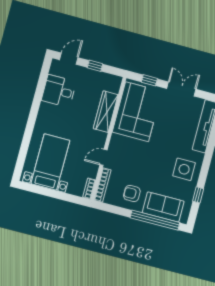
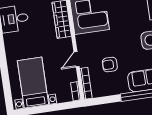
armchair: (132, 193) -> (110, 65), moved

